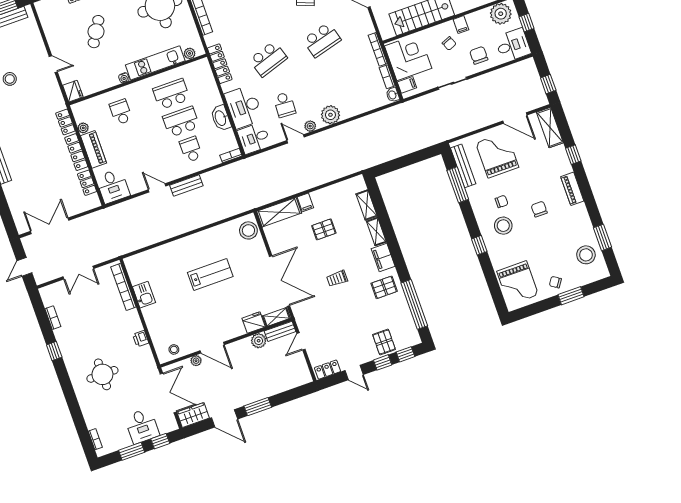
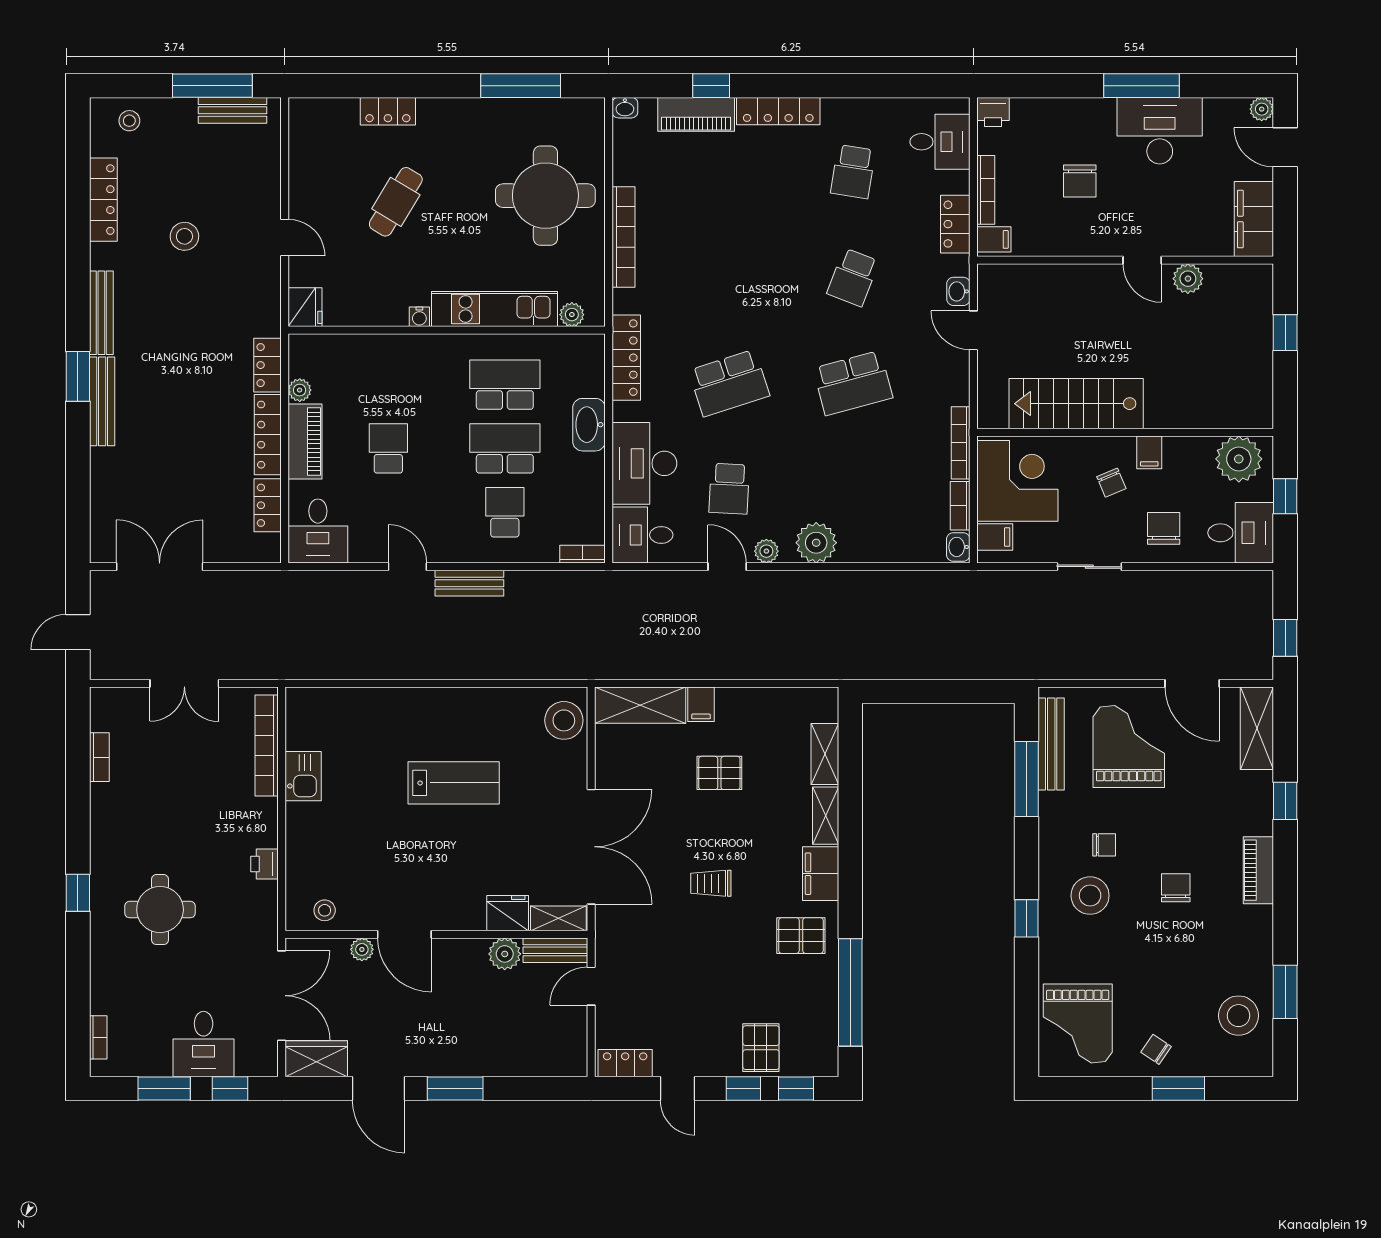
school desk: (121, 112) -> (388, 448), moved
washbasin: (221, 118) -> (589, 425), moved
window: (54, 351) -> (78, 893), moved

